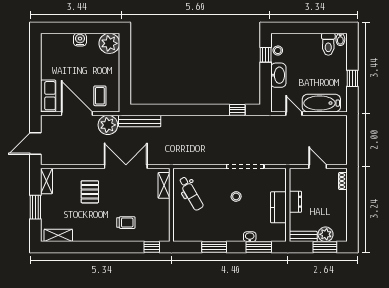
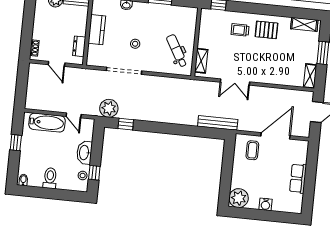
toilet: (328, 44) -> (50, 178), moved
row of seats: (48, 96) -> (298, 178), moved
door: (77, 114) -> (275, 136), swing flipped
plant: (108, 125) -> (109, 108), moved
double door: (126, 167) -> (235, 82), width x0.73
pallet: (90, 192) -> (266, 30), moved, turned 90
dresser: (295, 202) -> (79, 46), moved

